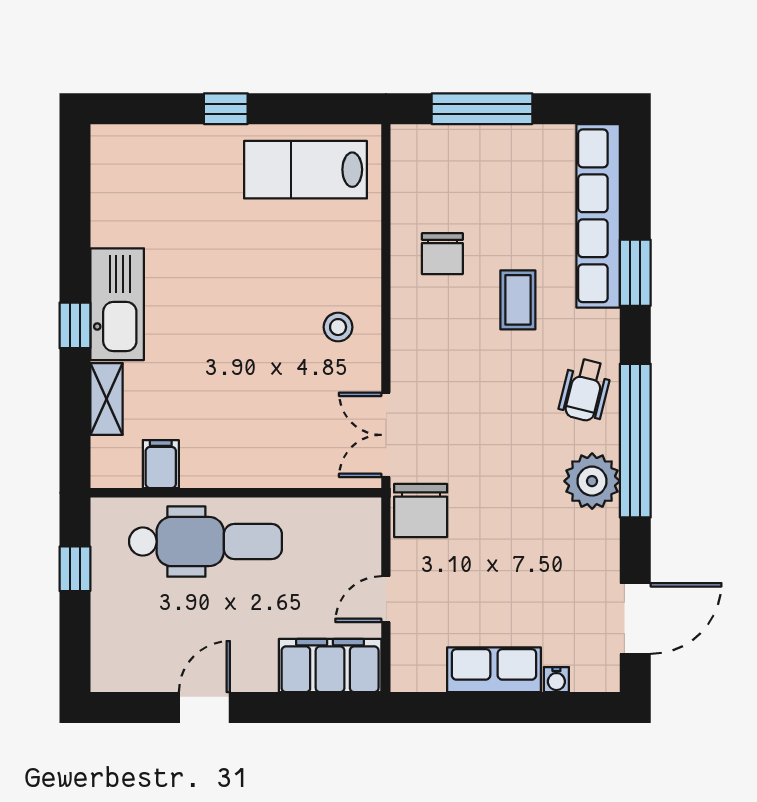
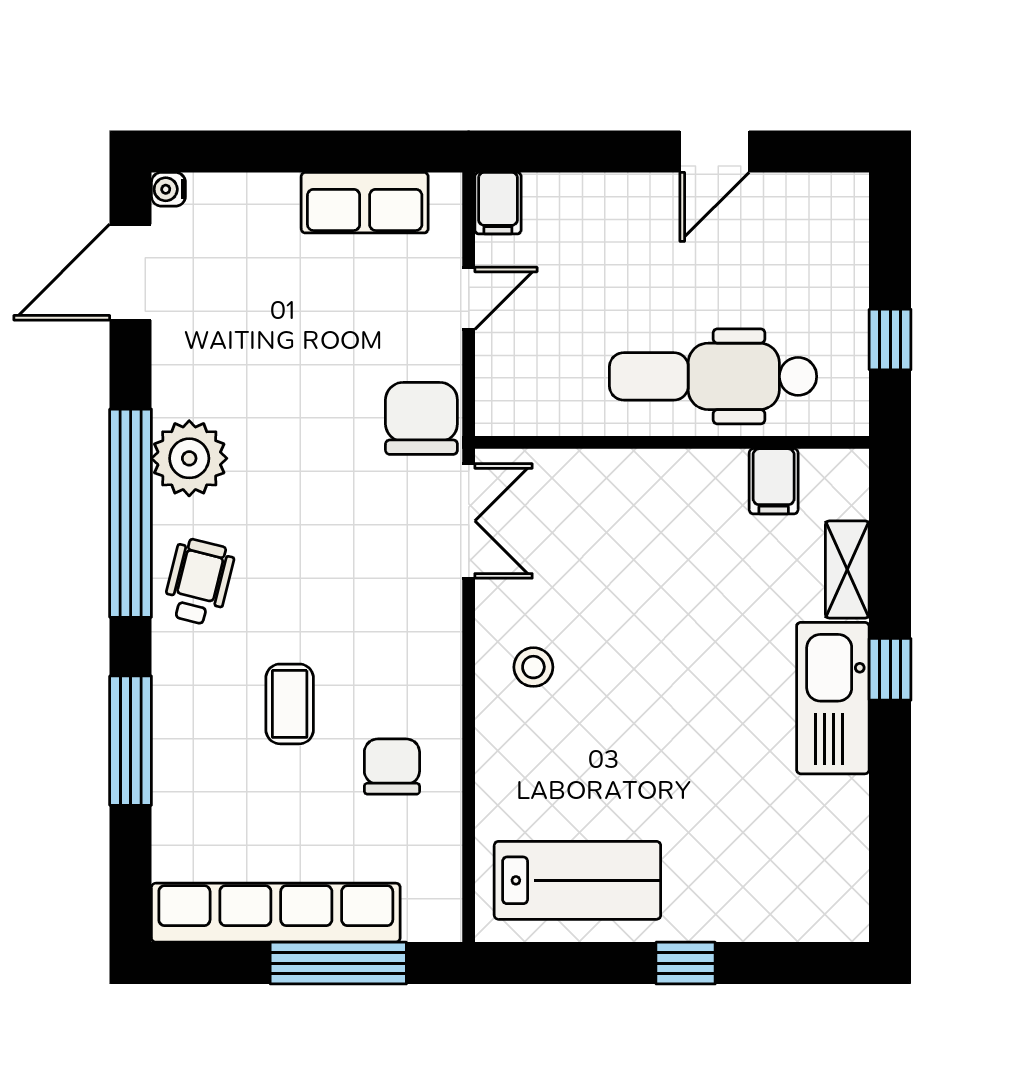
row of seats: (598, 216) -> (276, 913), moved, turned -90
window: (635, 273) -> (131, 741), width x1.44
filing cabinet: (330, 666) -> (498, 203), width x0.33, depth x0.86
row of seats: (494, 670) -> (365, 203), moved
water cooler: (556, 680) -> (168, 189), moved, turned -90

